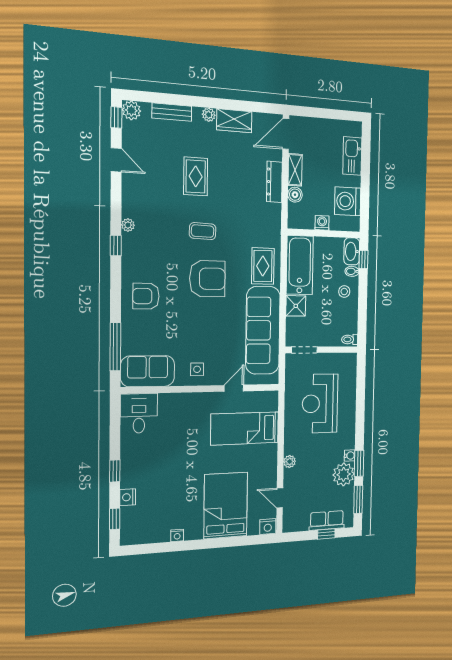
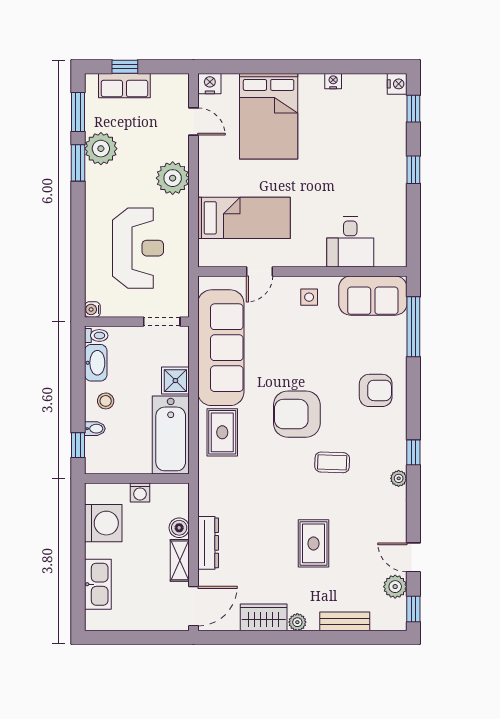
plant: (131, 110) -> (395, 587), moved
coffee table: (203, 231) -> (332, 462), moved
washbasin: (352, 251) -> (96, 363), moved
desk: (139, 413) -> (350, 242), moved
water cooler: (350, 456) -> (92, 309), moved
plant: (290, 462) -> (173, 178), width x1.88, depth x1.88
nightstand: (128, 497) -> (397, 84), moved

